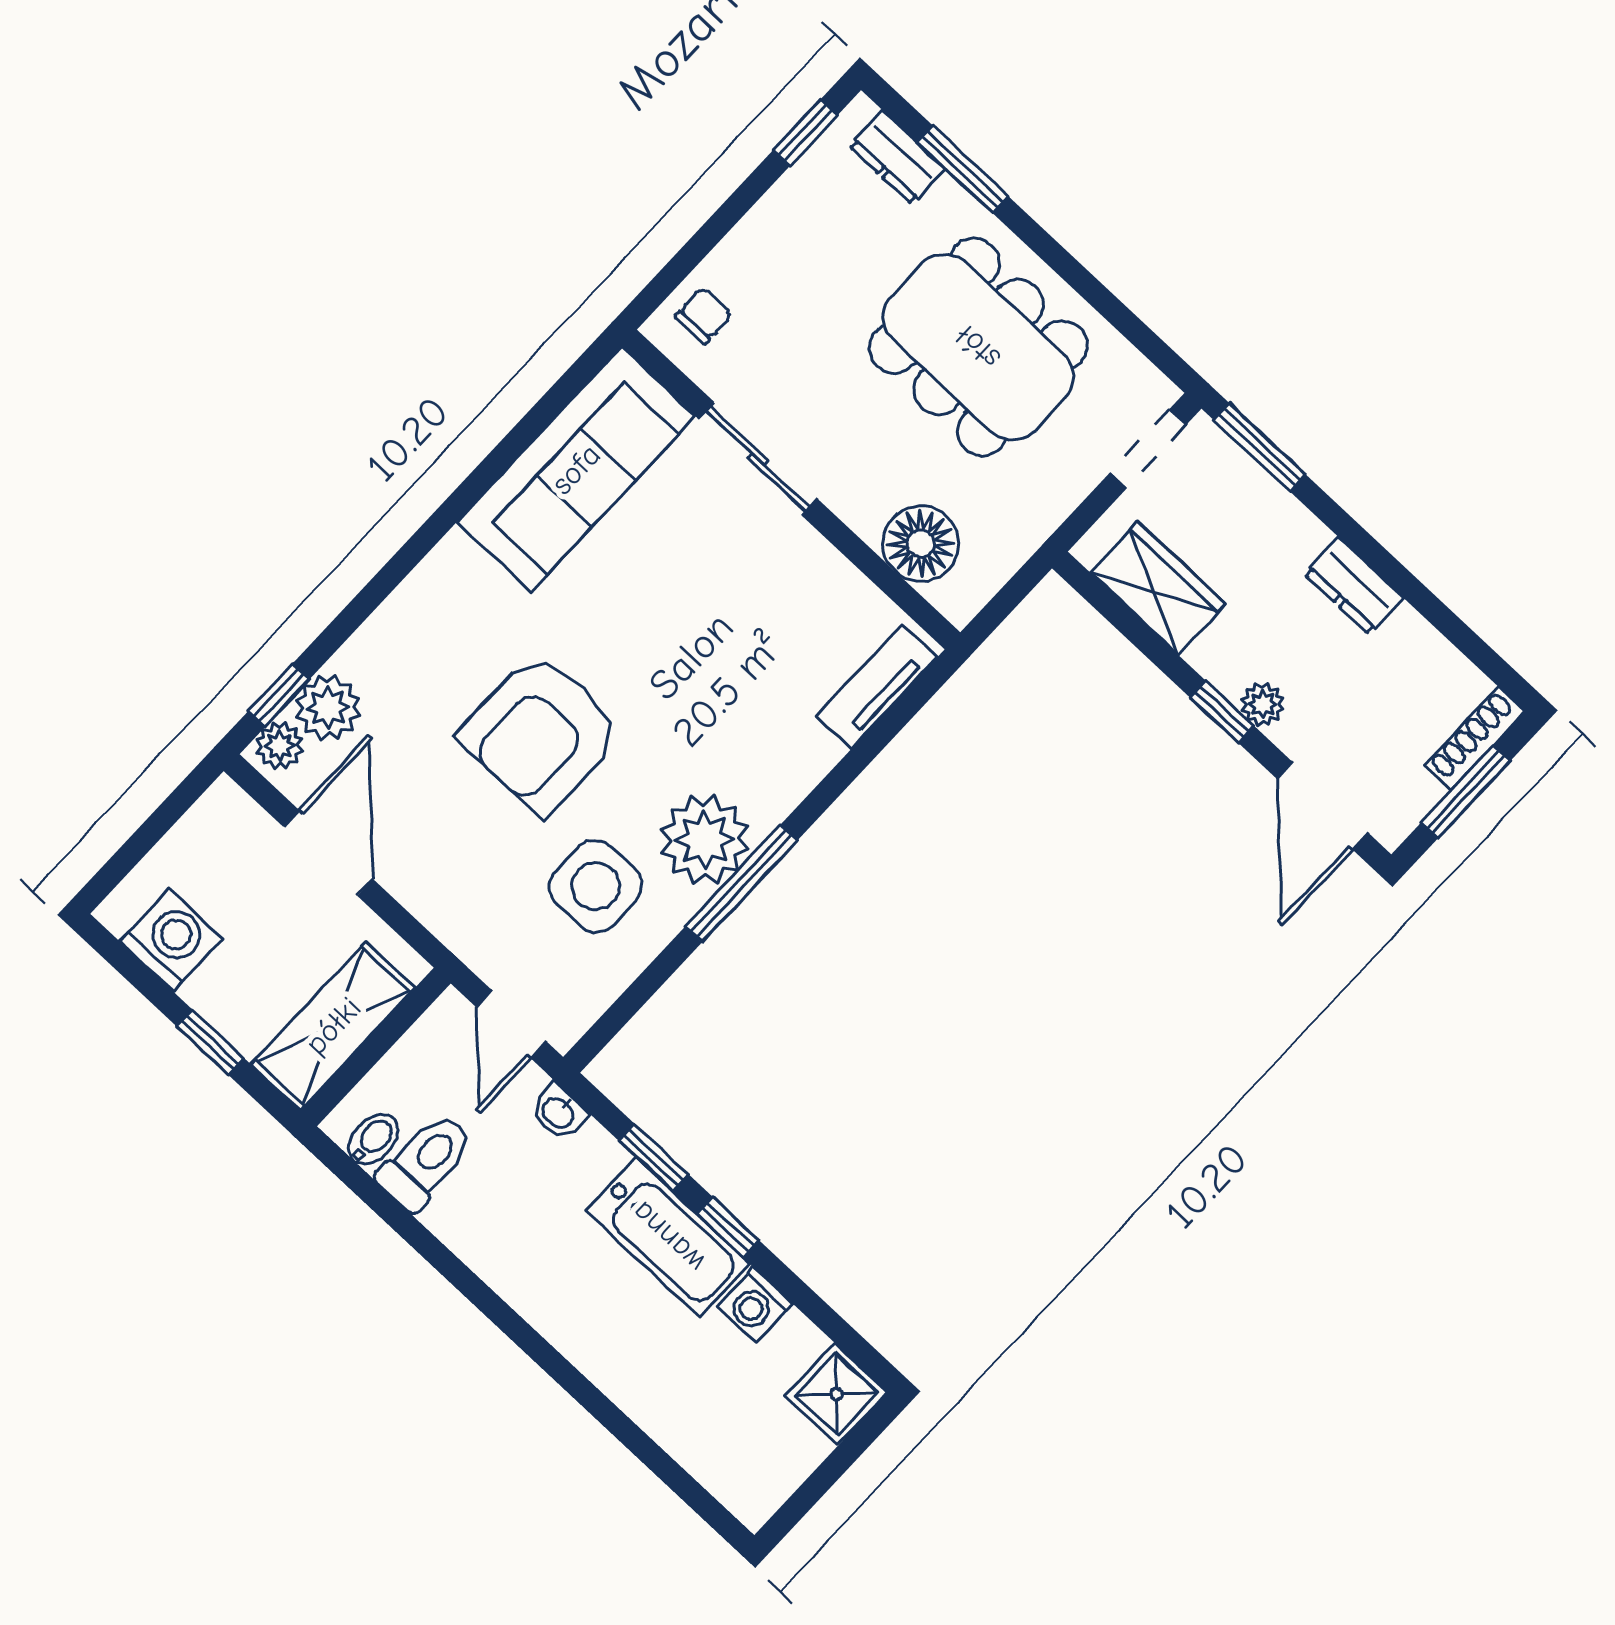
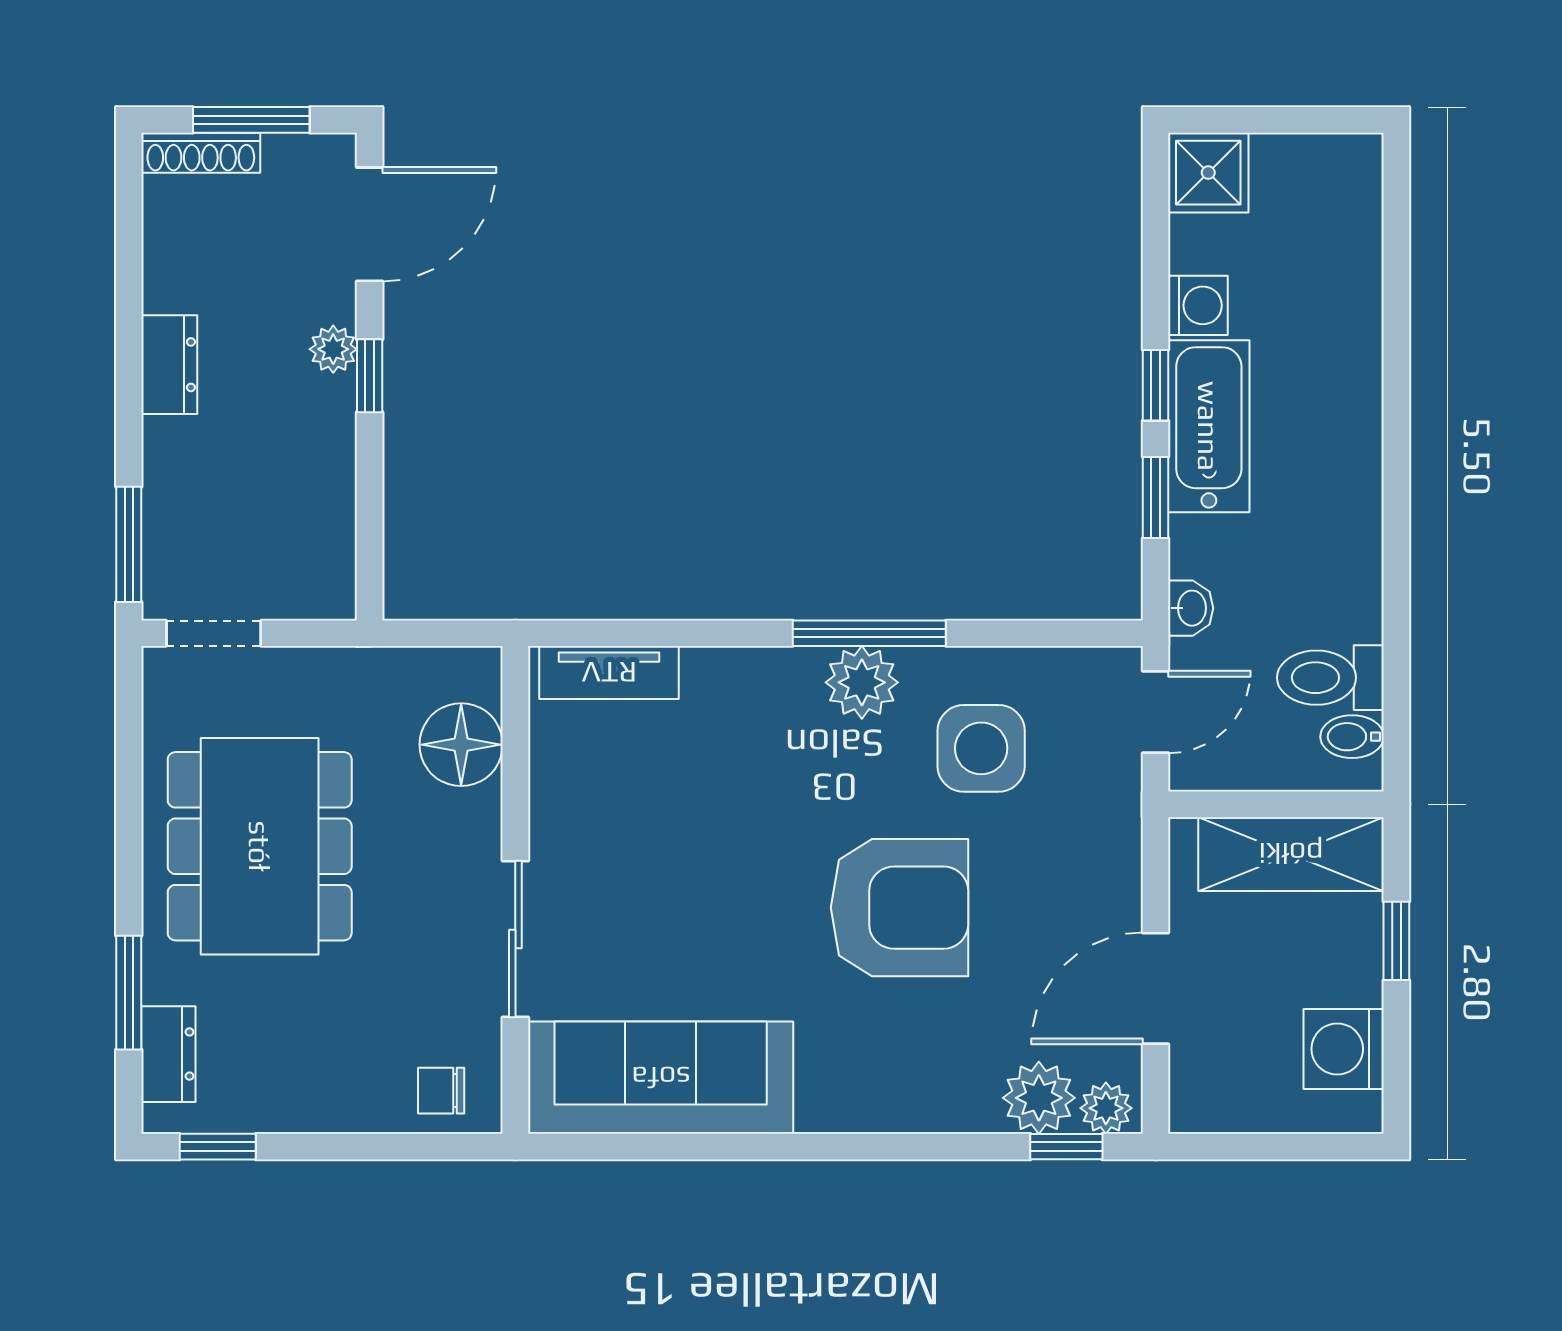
wardrobe: (1158, 588) -> (318, 521), removed
plant: (705, 840) -> (862, 682), width x0.73, depth x0.73

